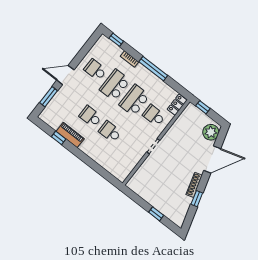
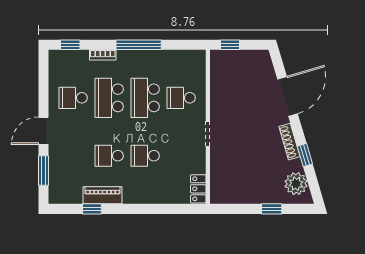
locker: (177, 105) -> (198, 189), moved
plant: (211, 132) -> (296, 184), moved

